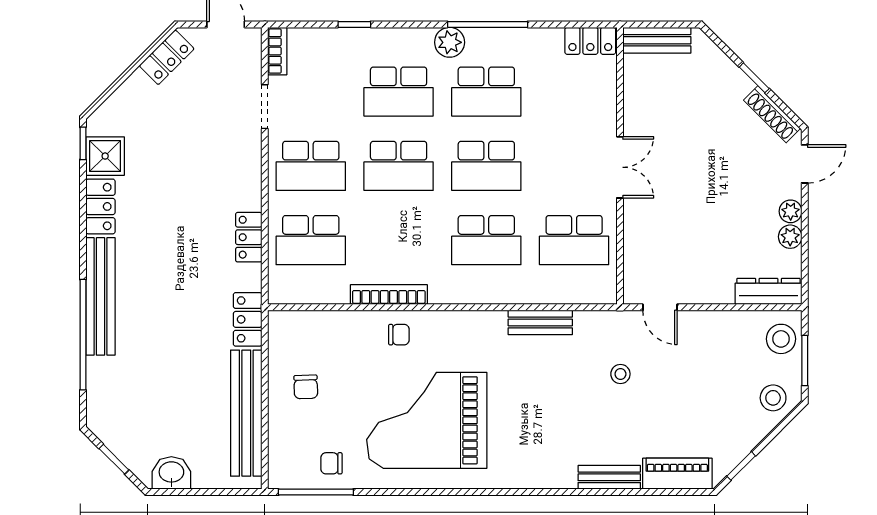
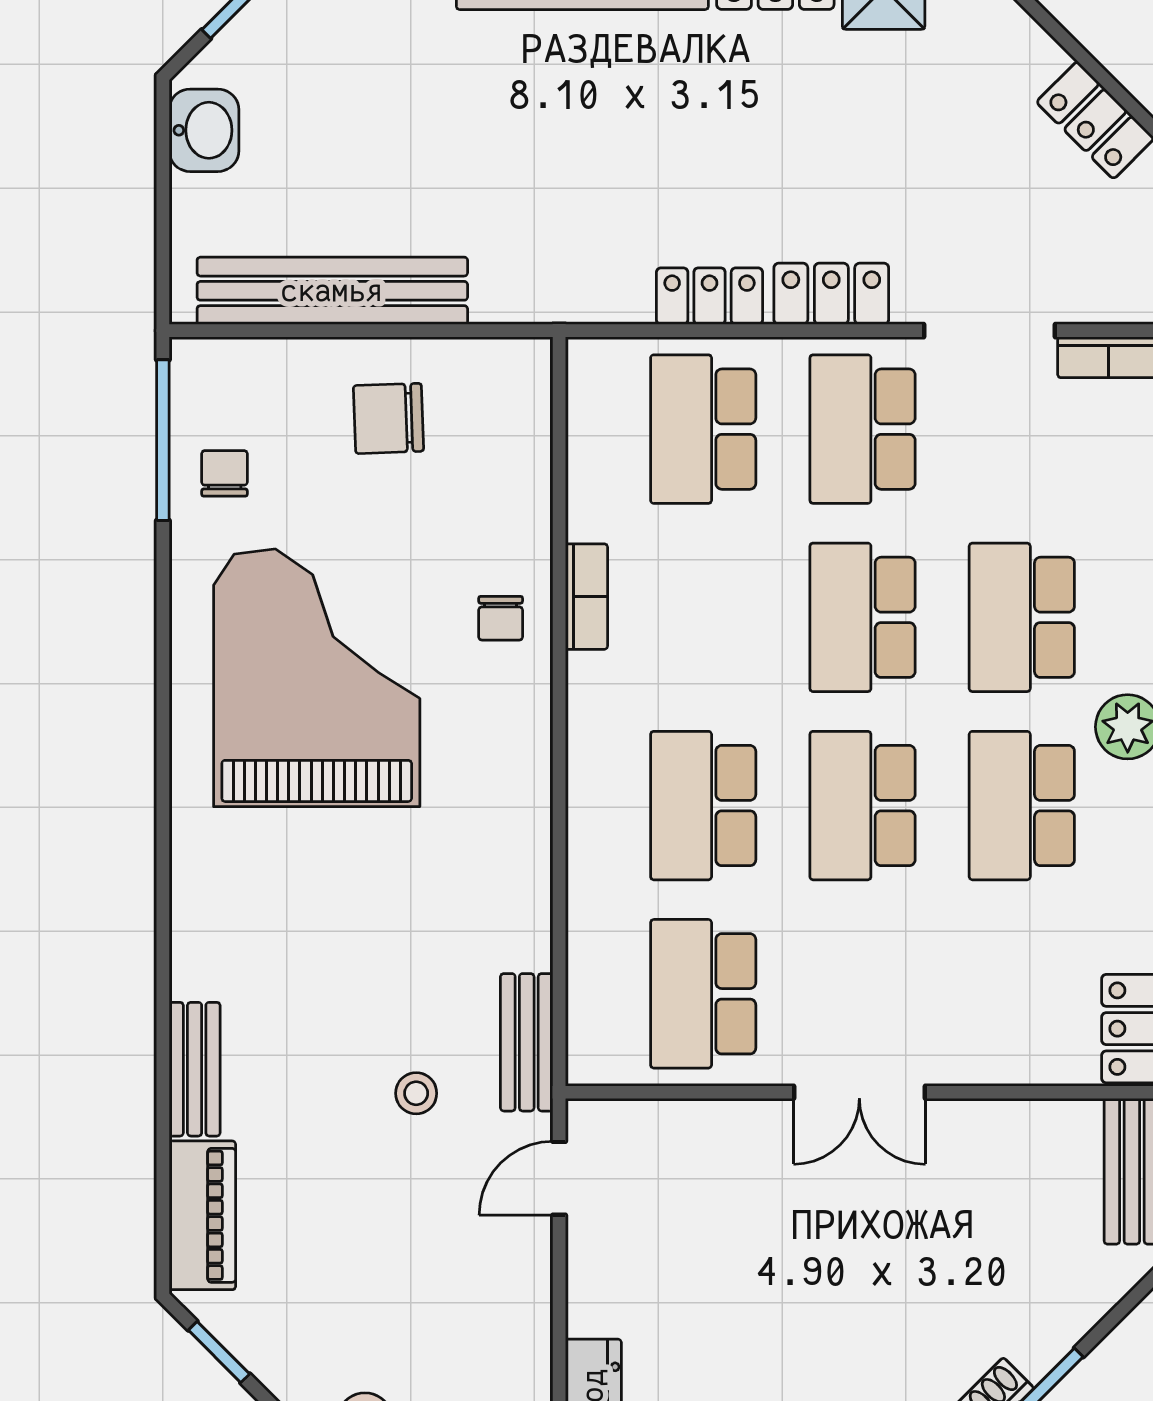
doorway: (265, 107) -> (990, 331), width x1.38
bookcase: (389, 295) -> (586, 597), width x0.64
locker: (248, 319) -> (831, 294), moved
bench: (540, 322) -> (527, 1042), moved
chair: (306, 387) -> (388, 418), width x1.37, depth x1.37

